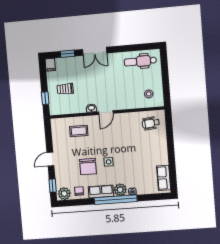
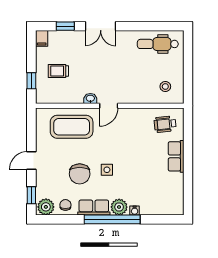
coffee table: (79, 131) -> (72, 127), width x1.86, depth x1.72
row of seats: (164, 178) -> (176, 156), moved

